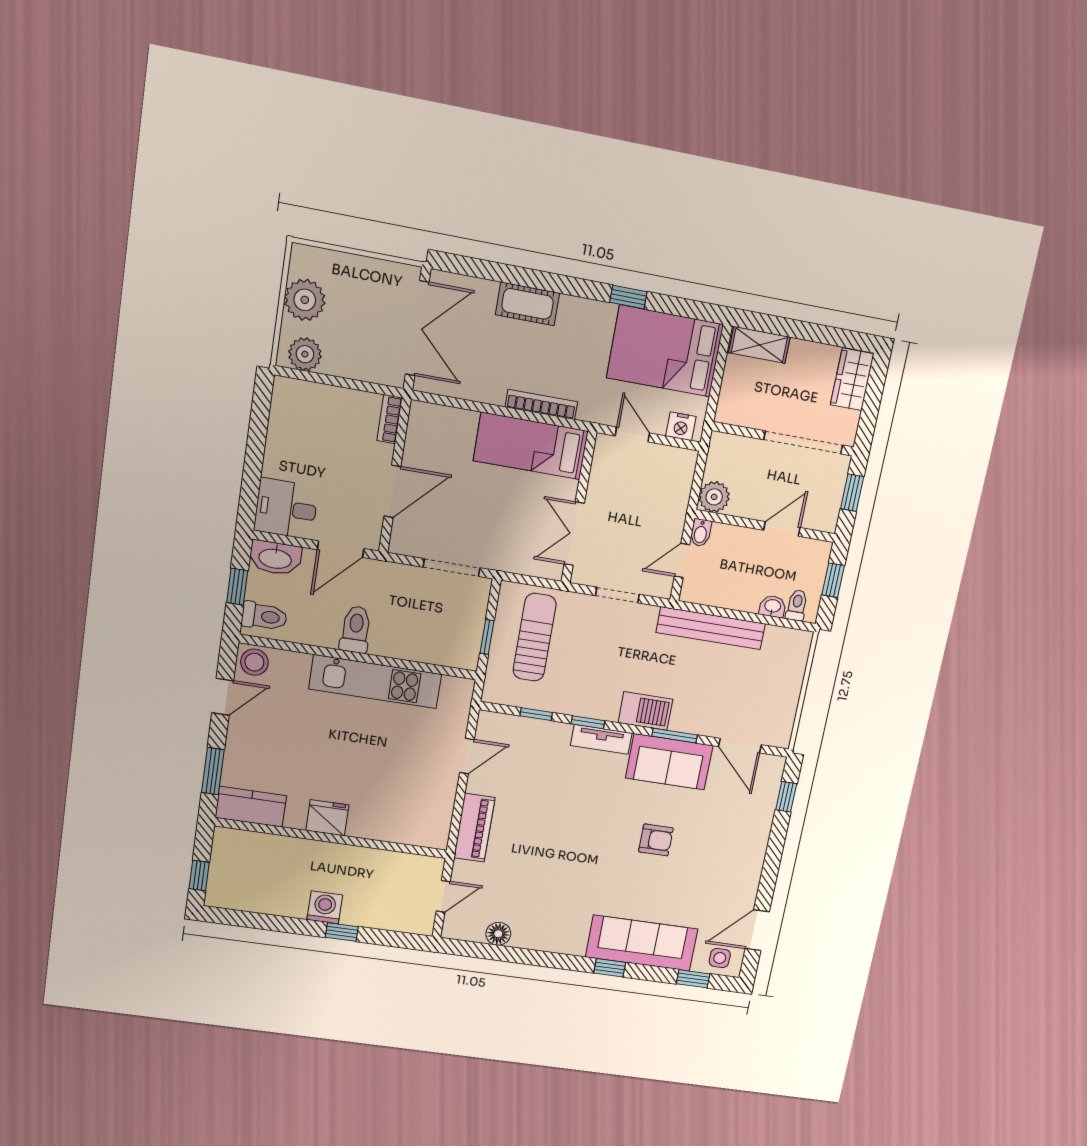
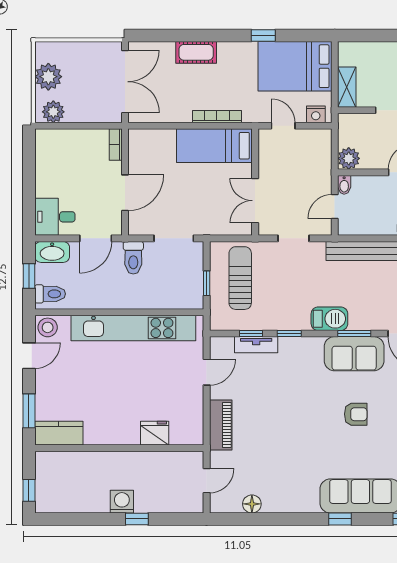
shelving: (759, 345) -> (347, 87), moved, turned 90
toilet: (356, 629) -> (133, 258), moved, turned 180
kitchen unit: (375, 682) -> (133, 328), width x1.36
tv unit: (601, 739) -> (256, 345), moved
fridge: (327, 818) -> (155, 433), moved

